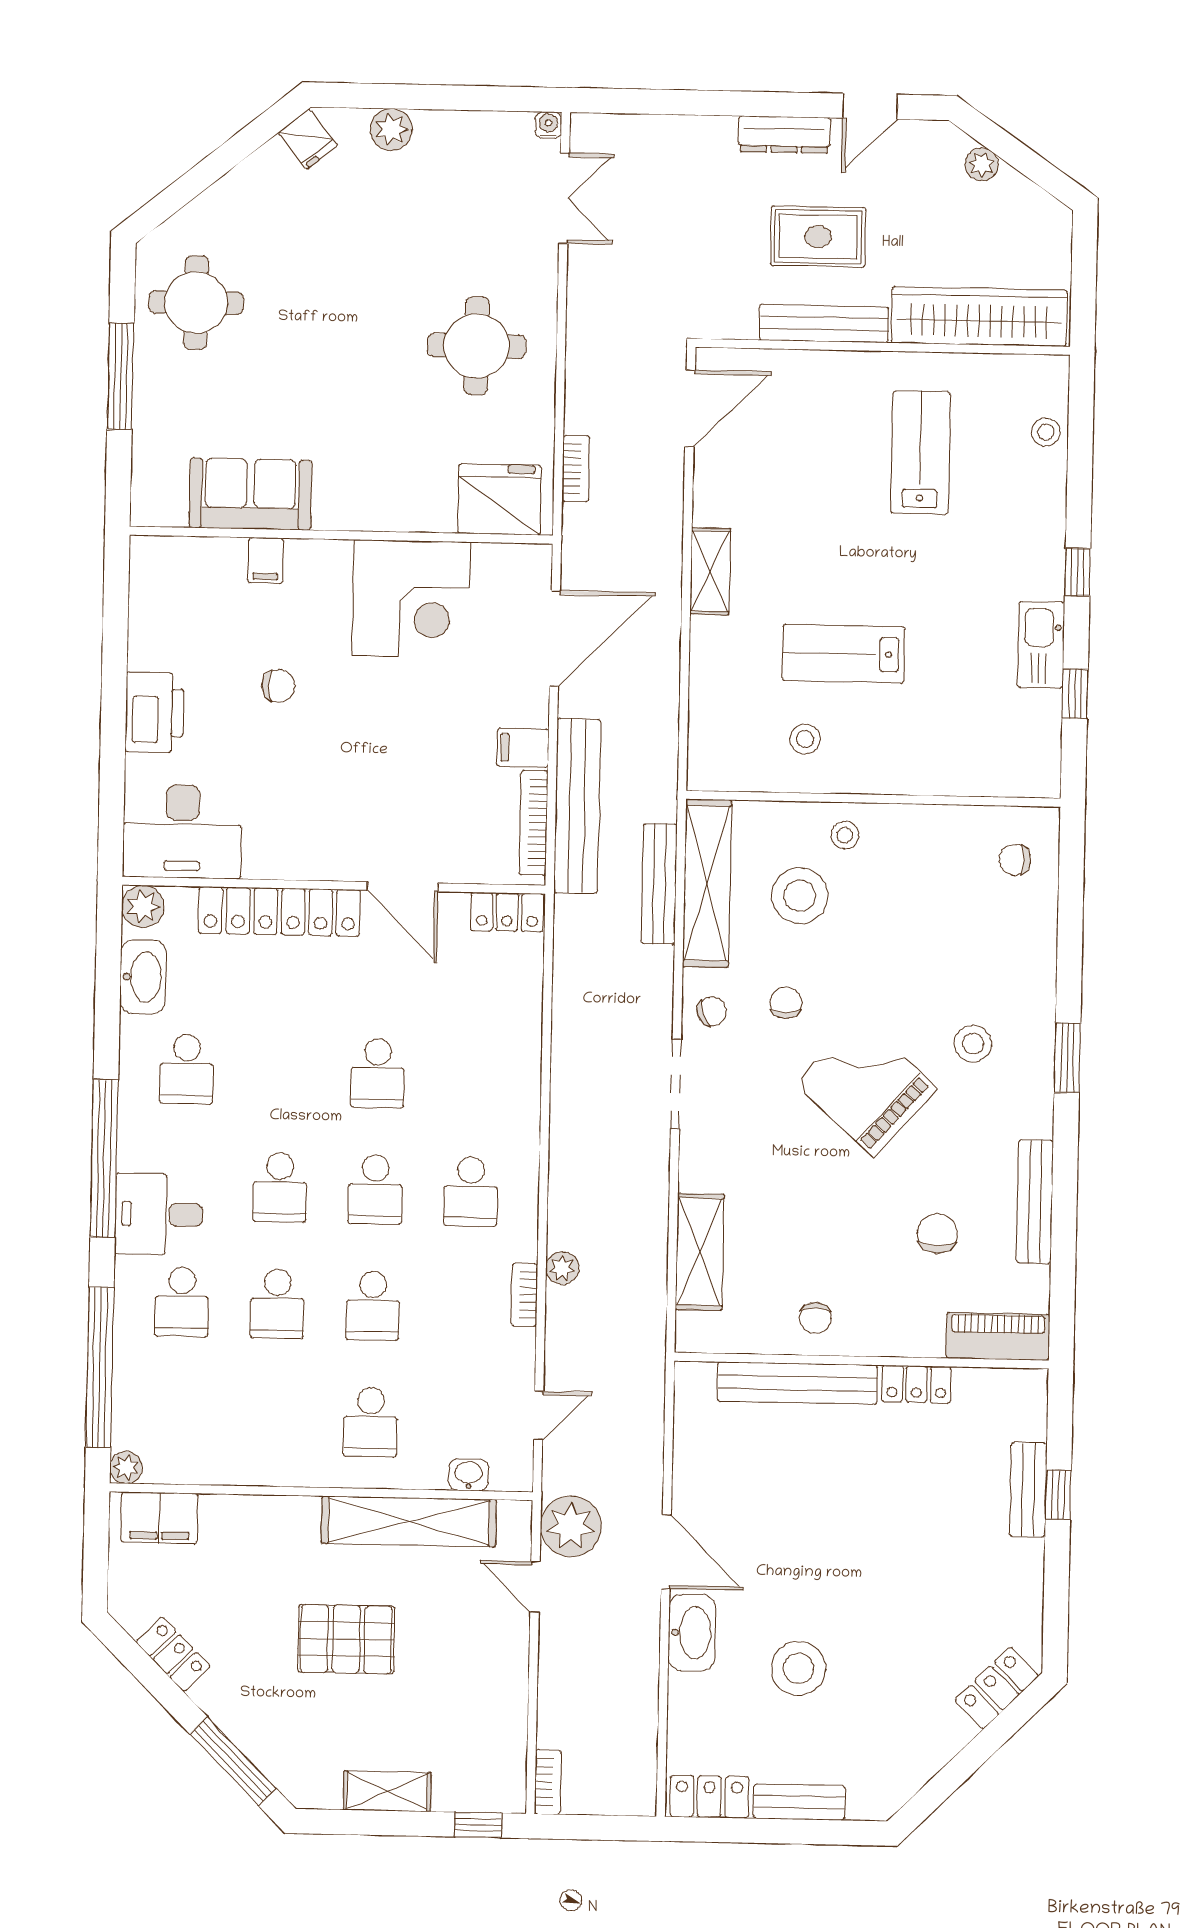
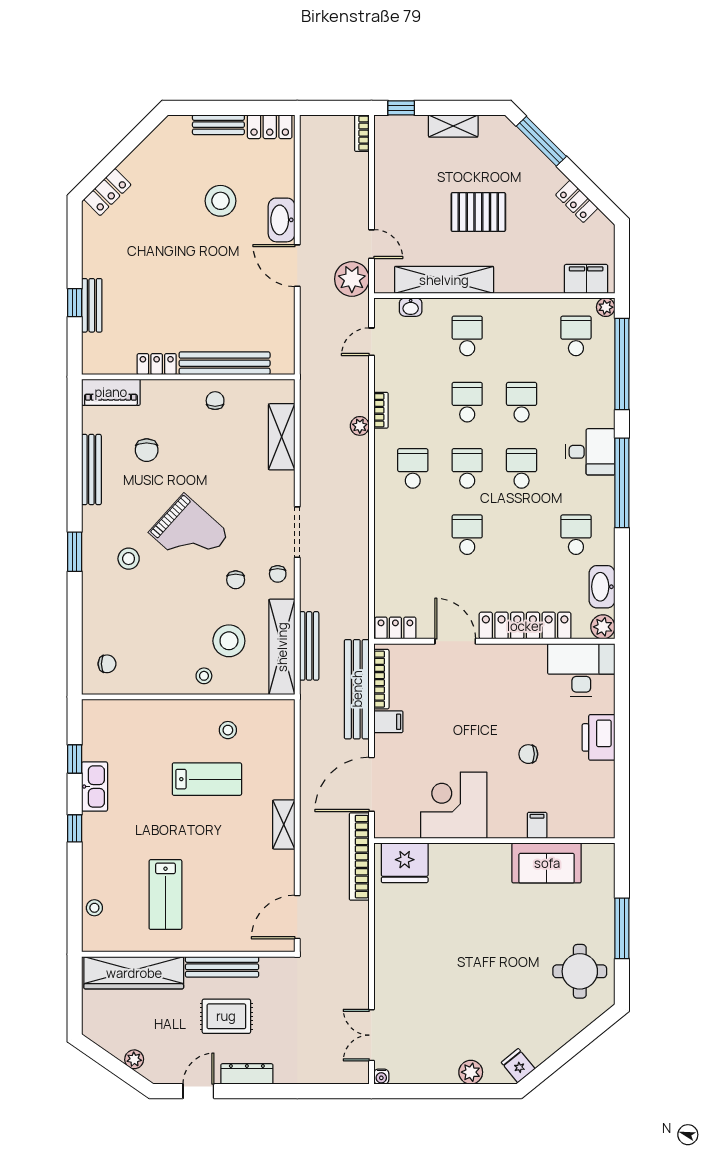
round table: (477, 346) -> (420, 950), removed
bookcase: (576, 469) -> (359, 857), width x2.31, depth x1.31
chair: (712, 1011) -> (278, 574), turned -71
school desk: (182, 1302) -> (576, 336), moved

